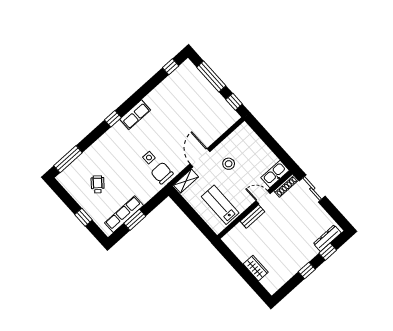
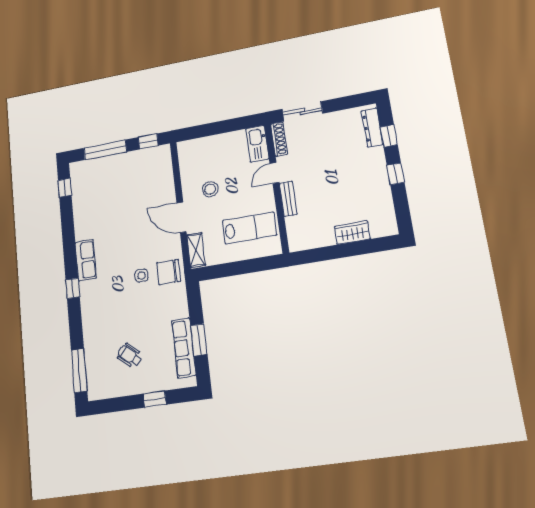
lab bench: (220, 205) -> (249, 228), turned 180

